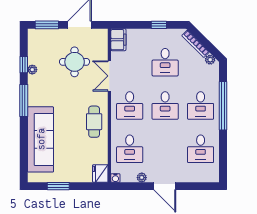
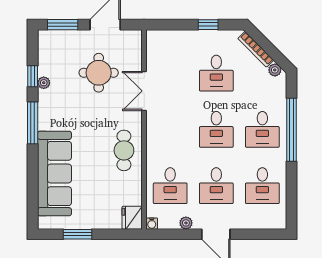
filing cabinet: (118, 40) -> (156, 44), removed
desk: (130, 105) -> (216, 186), moved

